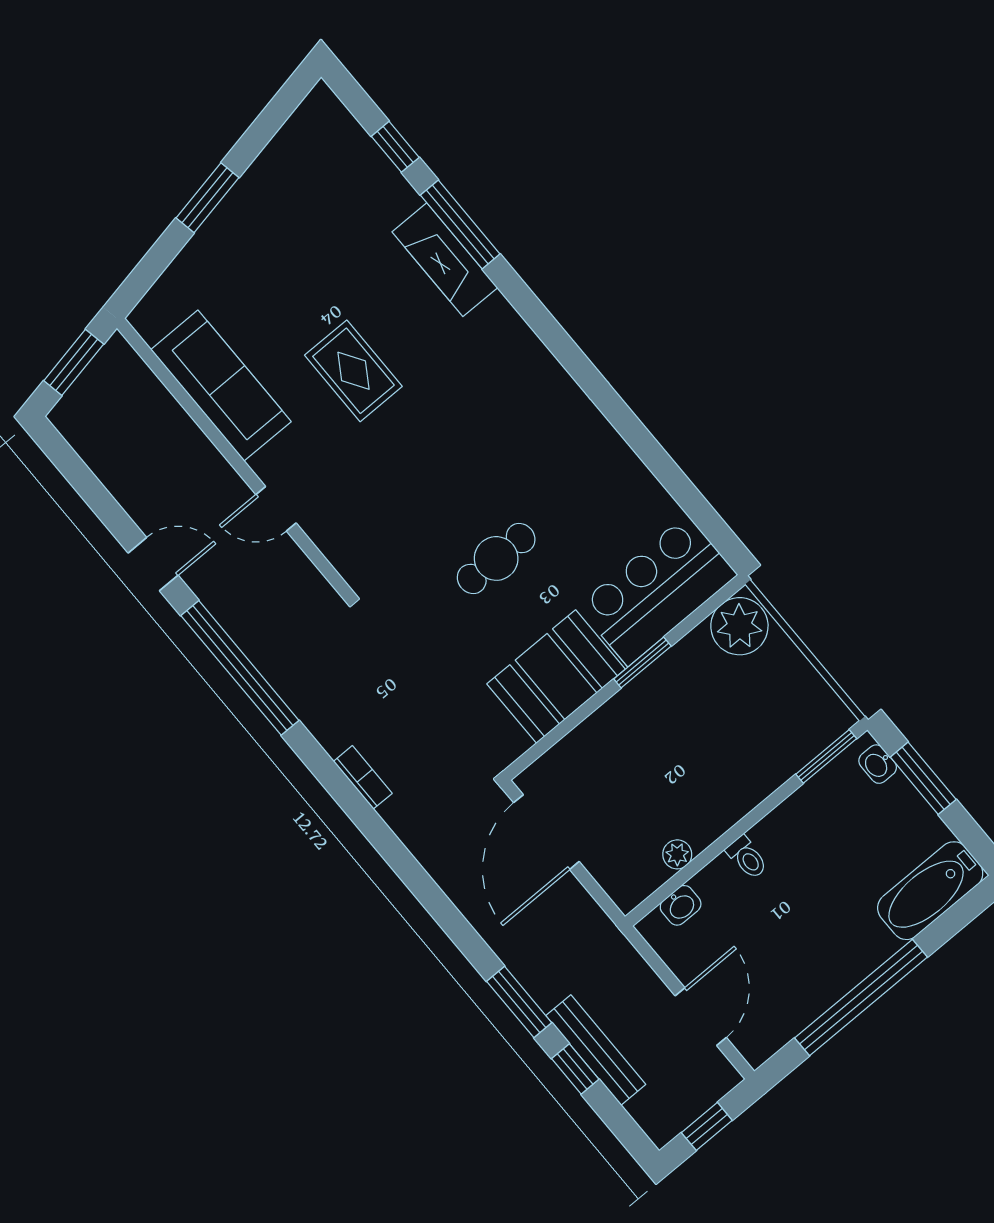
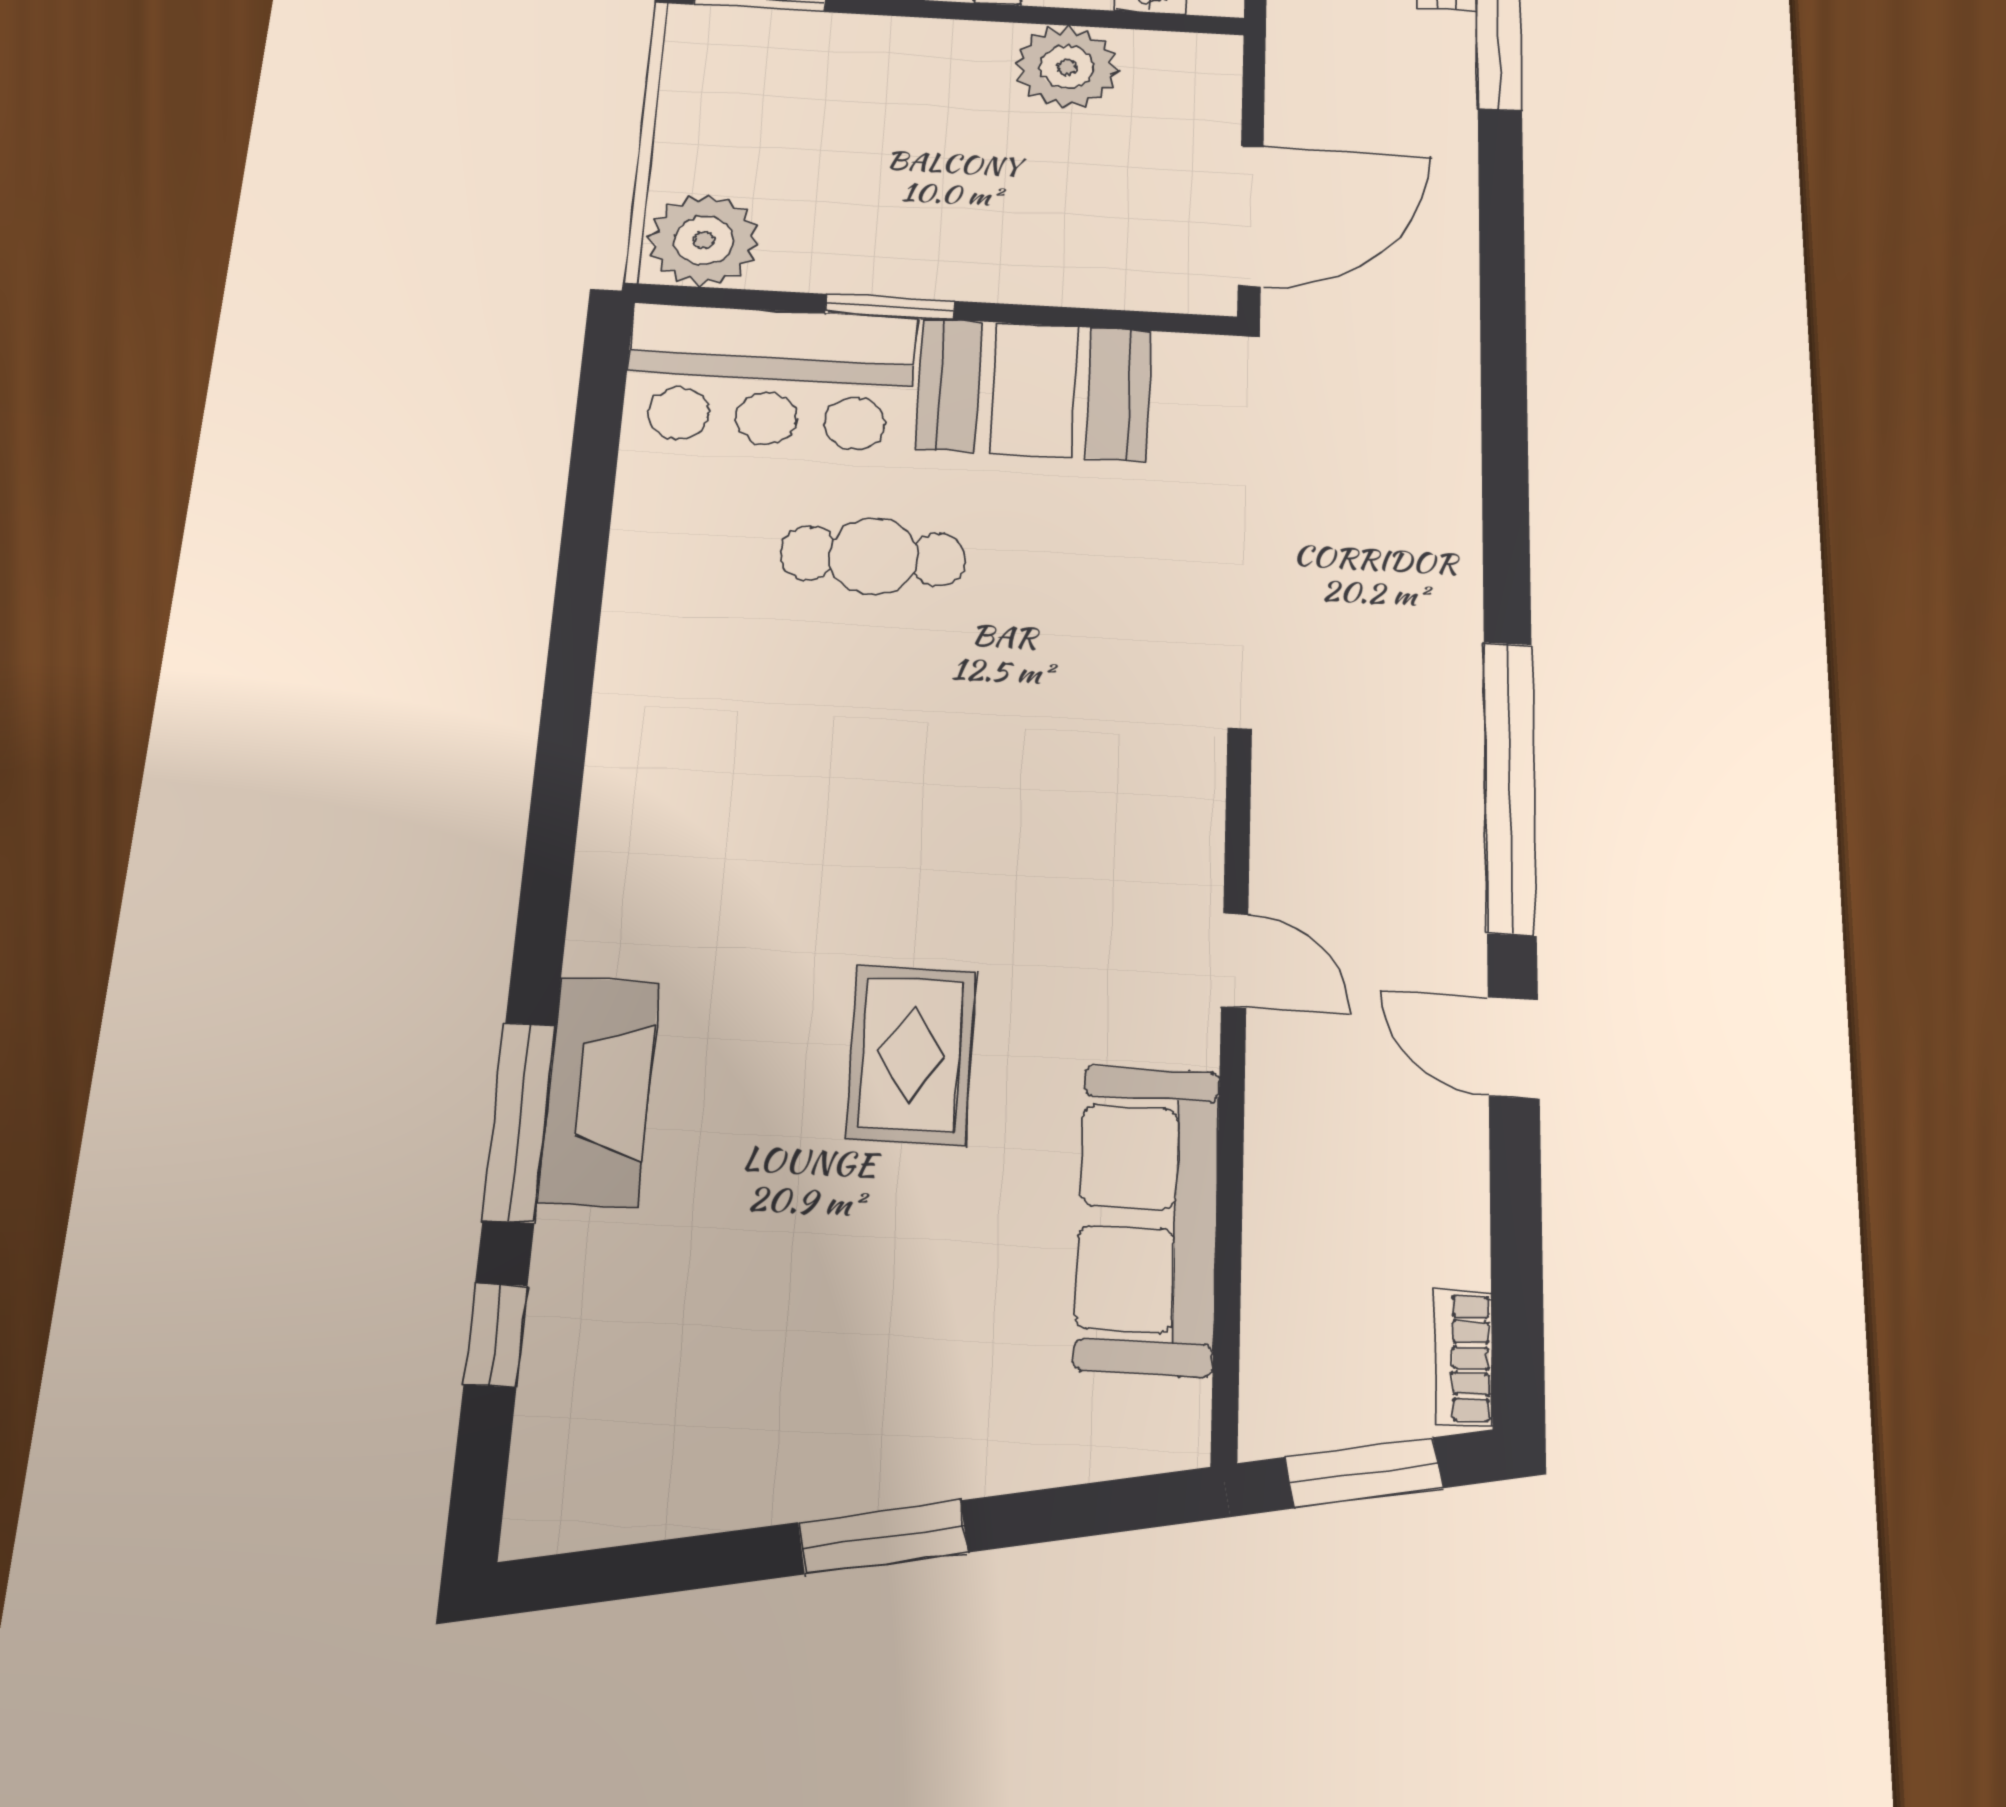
cafe table: (496, 558) -> (873, 556), moved
bookcase: (363, 777) -> (1464, 1358), moved
plant: (677, 854) -> (1067, 67), width x1.88, depth x1.88

